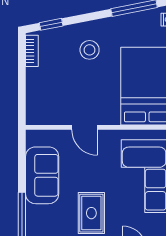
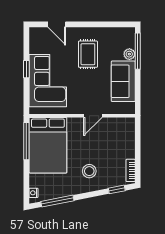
door: (84, 127) -> (93, 116), swing flipped
plant: (34, 213) -> (129, 54), added

